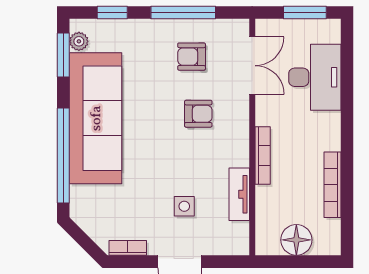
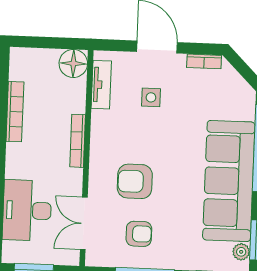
armchair: (198, 114) -> (135, 181), width x1.38, depth x1.38
tv unit: (239, 194) -> (101, 85), moved
floor lamp: (296, 240) -> (73, 63), moved

